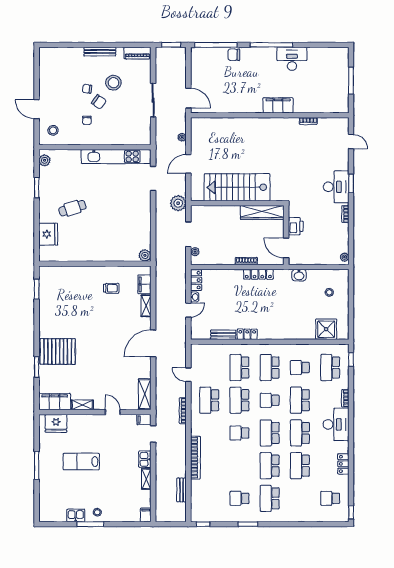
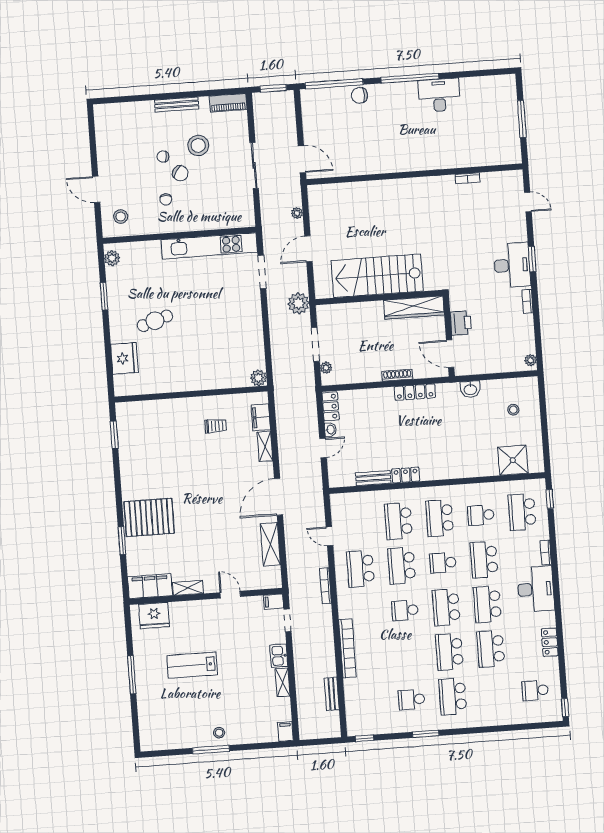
filing cabinet: (278, 105) -> (425, 160), removed
shelving: (145, 394) -> (270, 544), moved
kitchen sink: (76, 516) -> (190, 739), removed

